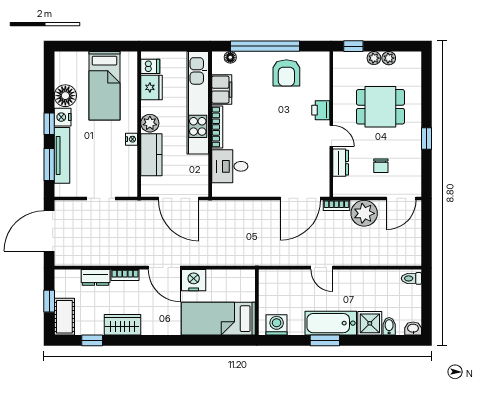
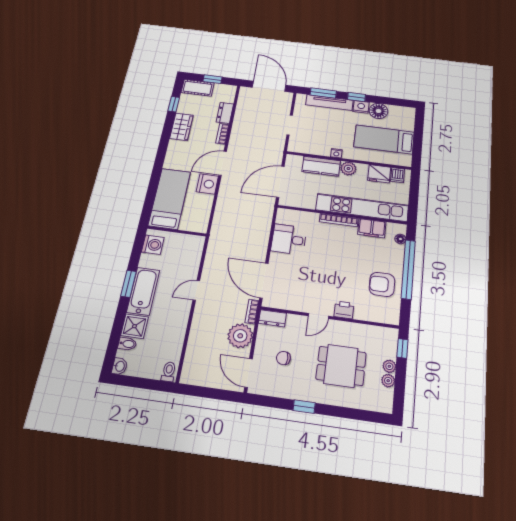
dining table: (380, 107) -> (341, 366), turned 90
dresser: (341, 163) -> (272, 318), moved
desk: (230, 166) -> (289, 239), moved, turned -90

